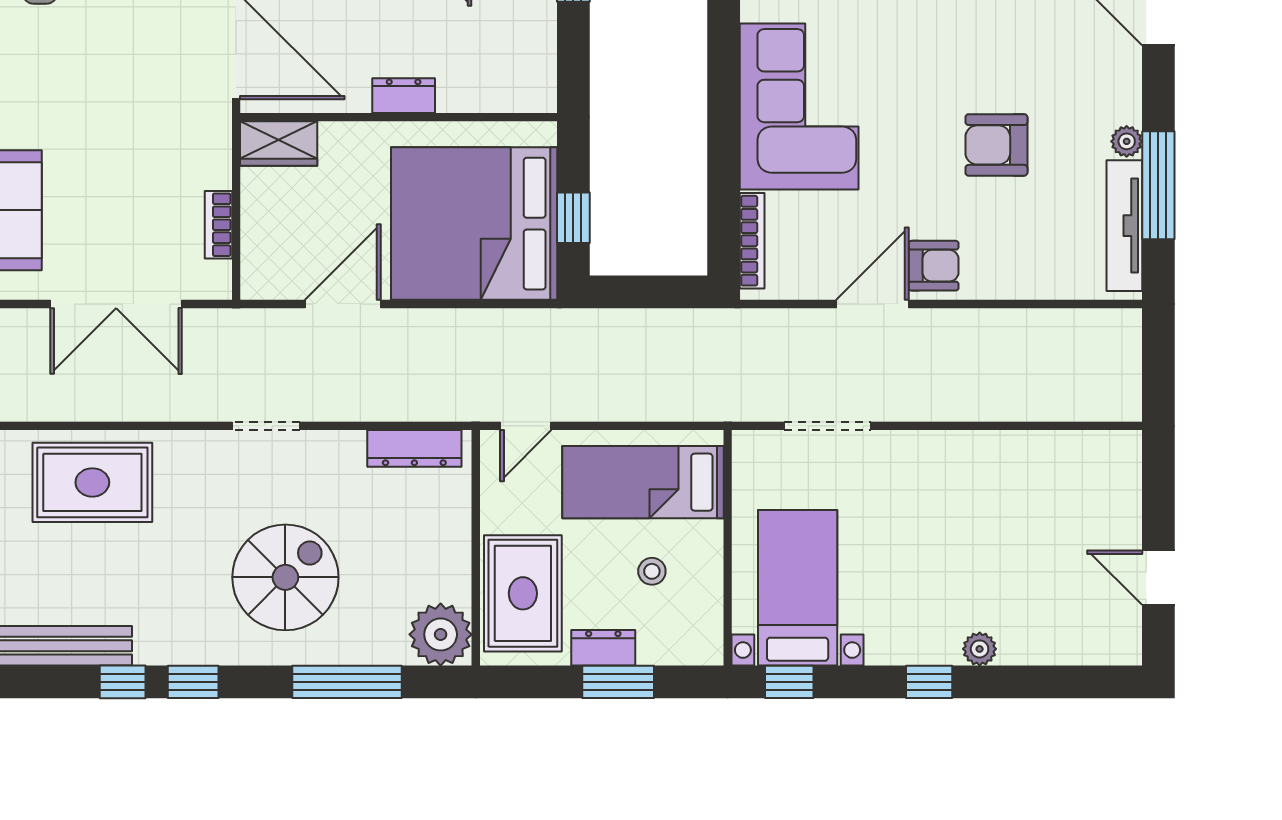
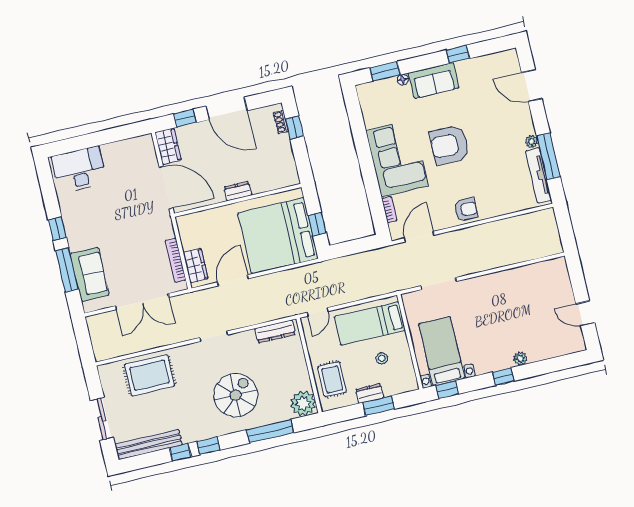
wardrobe: (279, 144) -> (196, 266), moved, turned -90
armchair: (996, 145) -> (450, 145), moved, width x1.36, depth x1.36
bookcase: (218, 225) -> (176, 260), width x1.56
bookcase: (752, 241) -> (389, 210), width x0.64
door: (872, 304) -> (419, 237), moved
rug: (523, 593) -> (332, 379), width x0.73, depth x0.70

